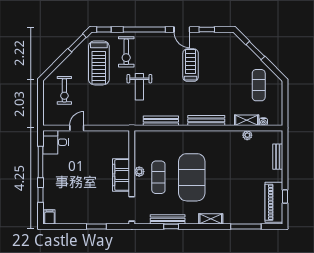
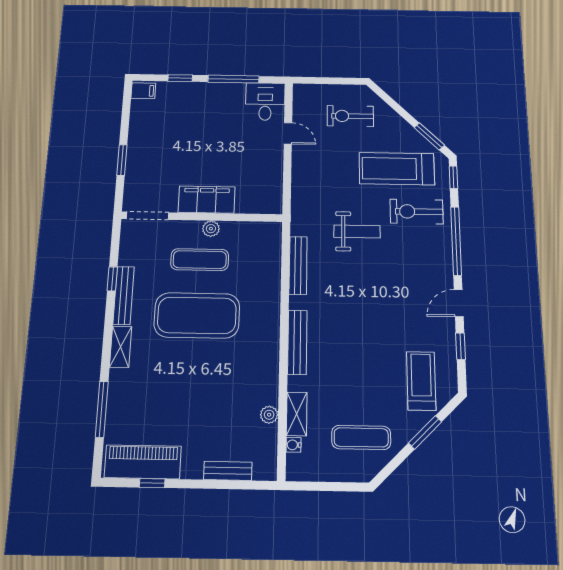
treadmill: (191, 65) -> (421, 381), moved, turned -90
weight bench: (139, 87) -> (357, 231), turned 180
bench: (168, 219) -> (124, 295), moved

